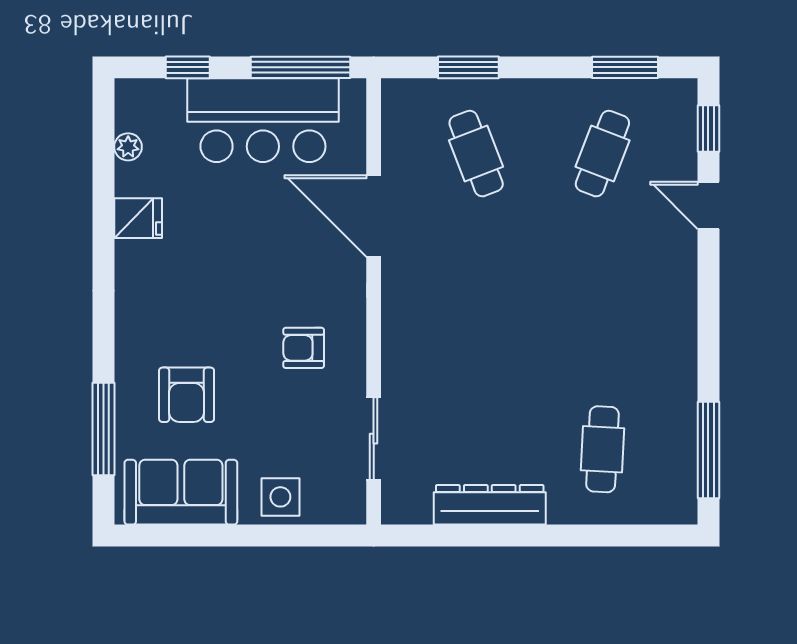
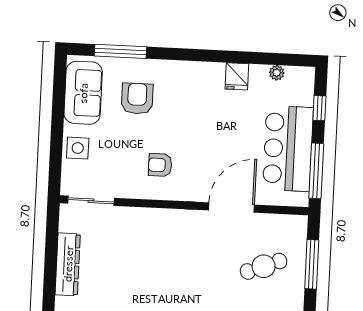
window: (468, 67) -> (312, 264), width x1.44
armchair: (304, 348) -> (160, 165), turned -90
armchair: (187, 395) -> (137, 99), turned 90
sliding door: (374, 439) -> (91, 201), moved

